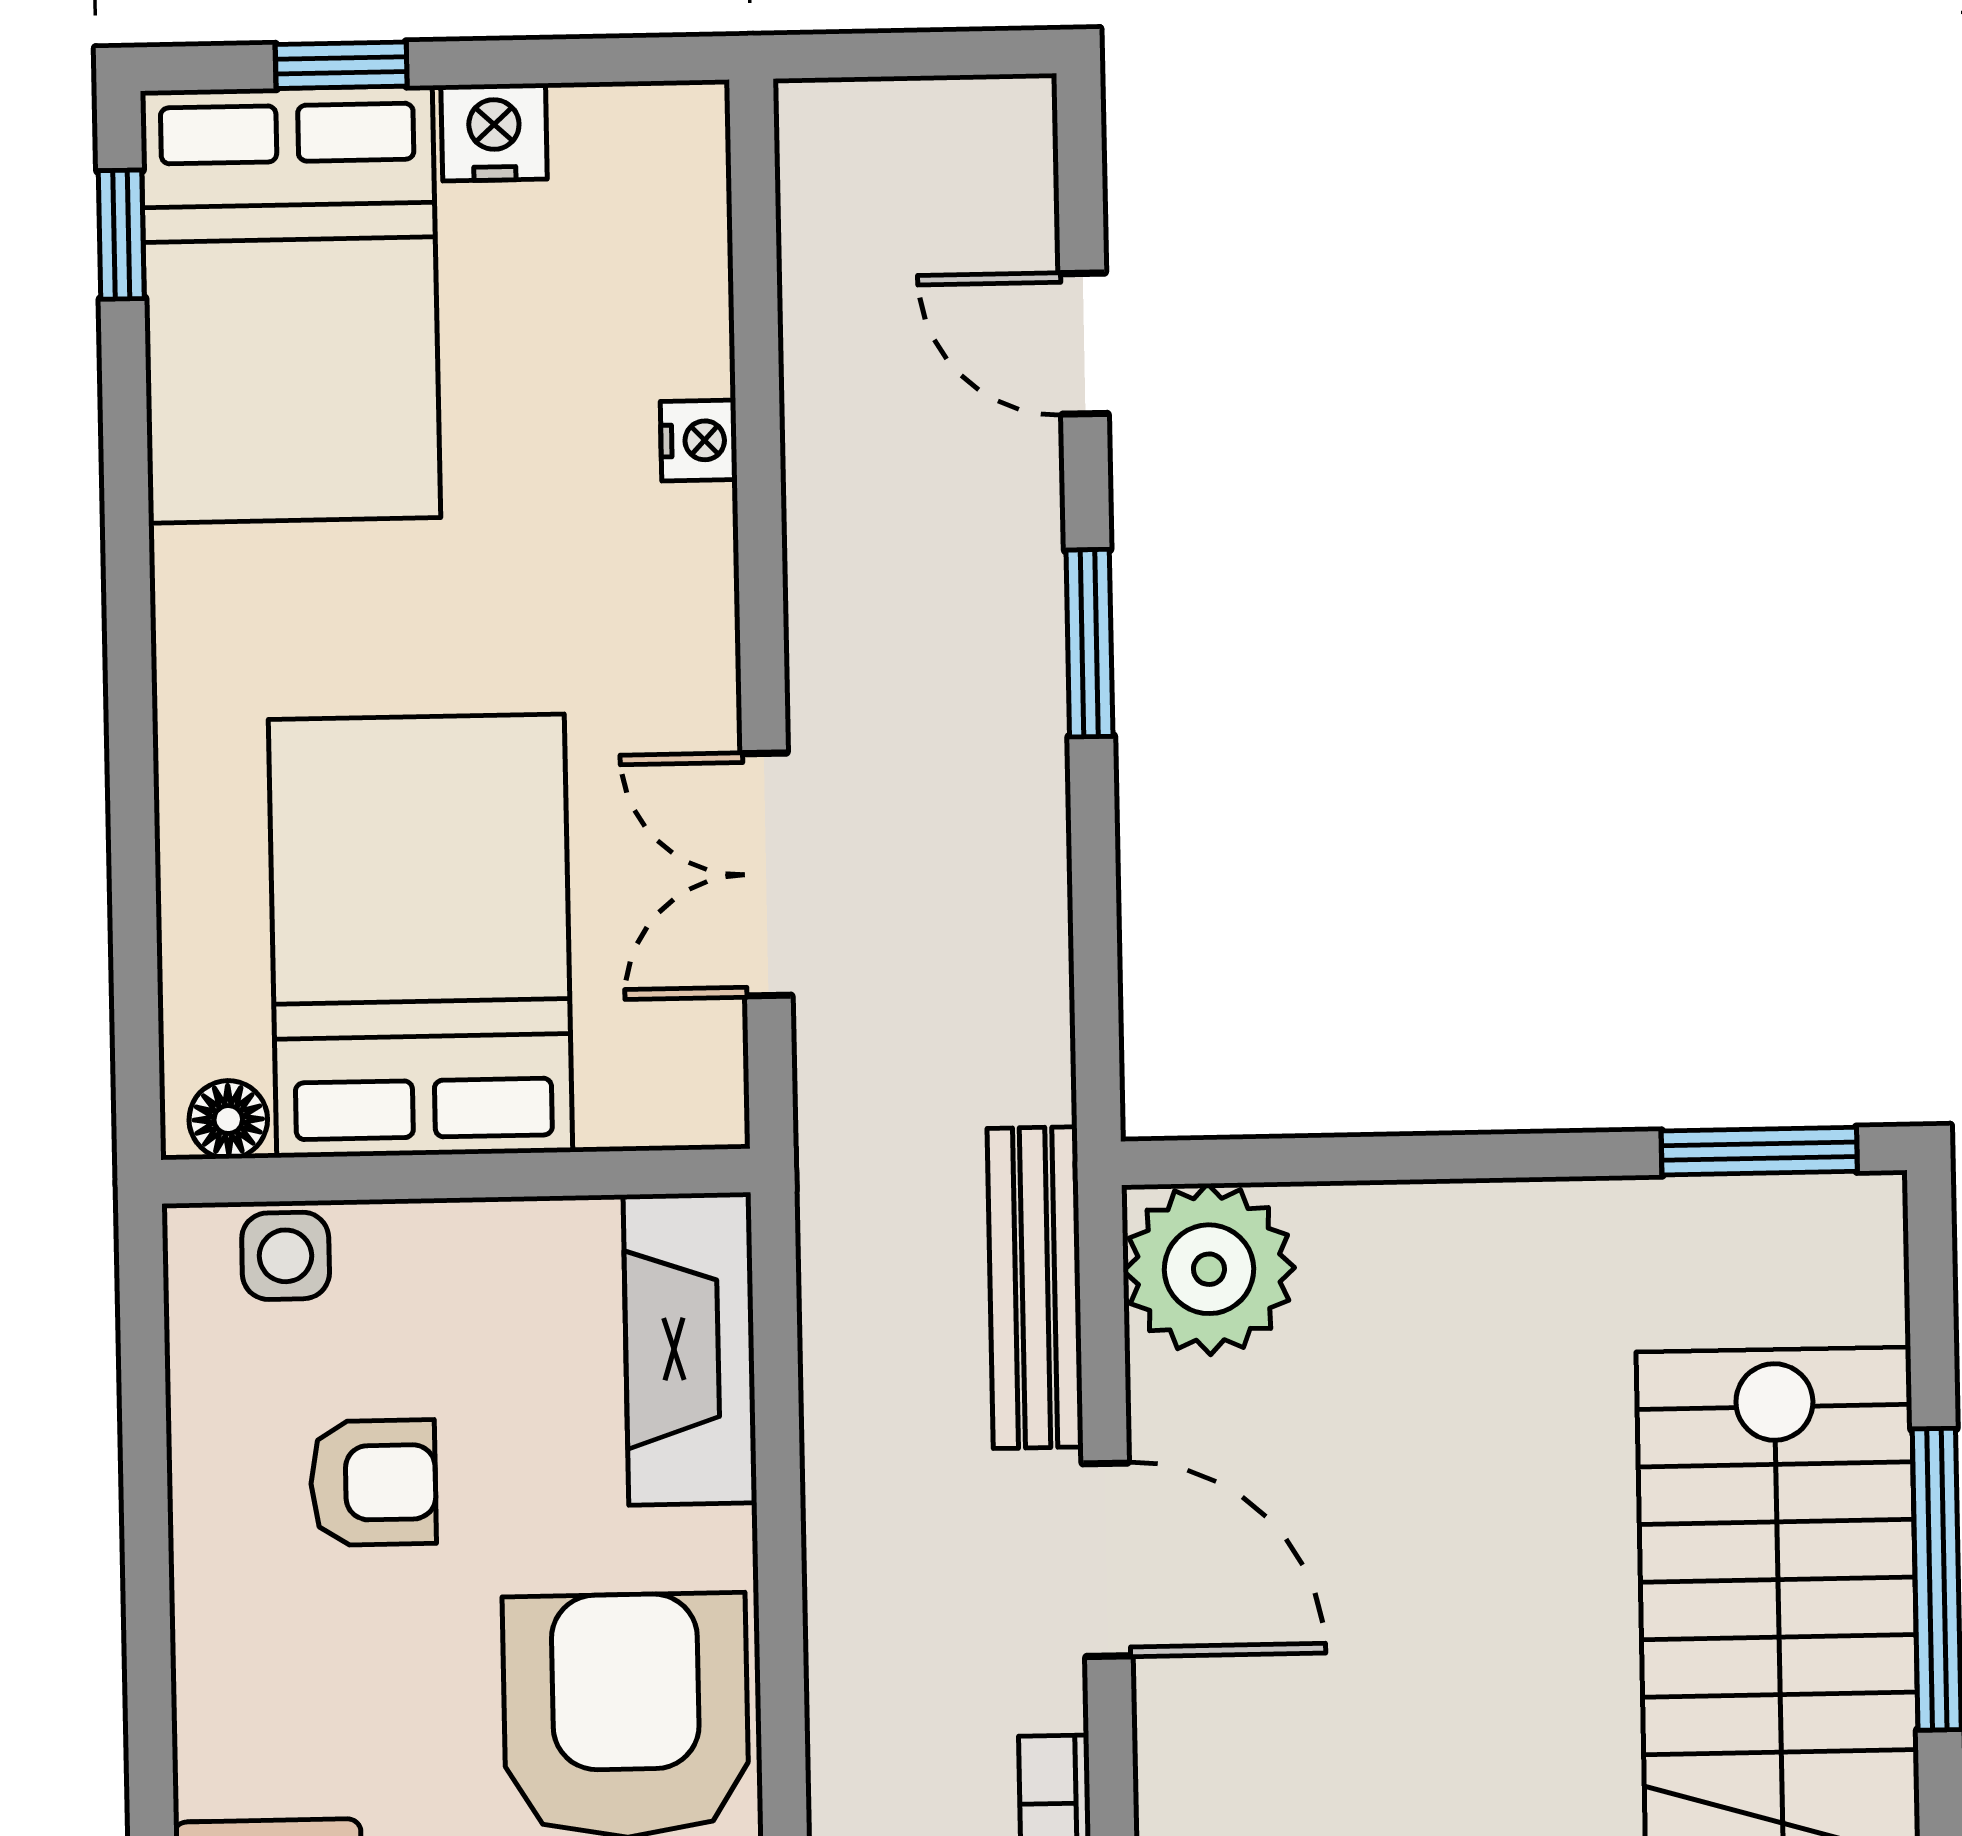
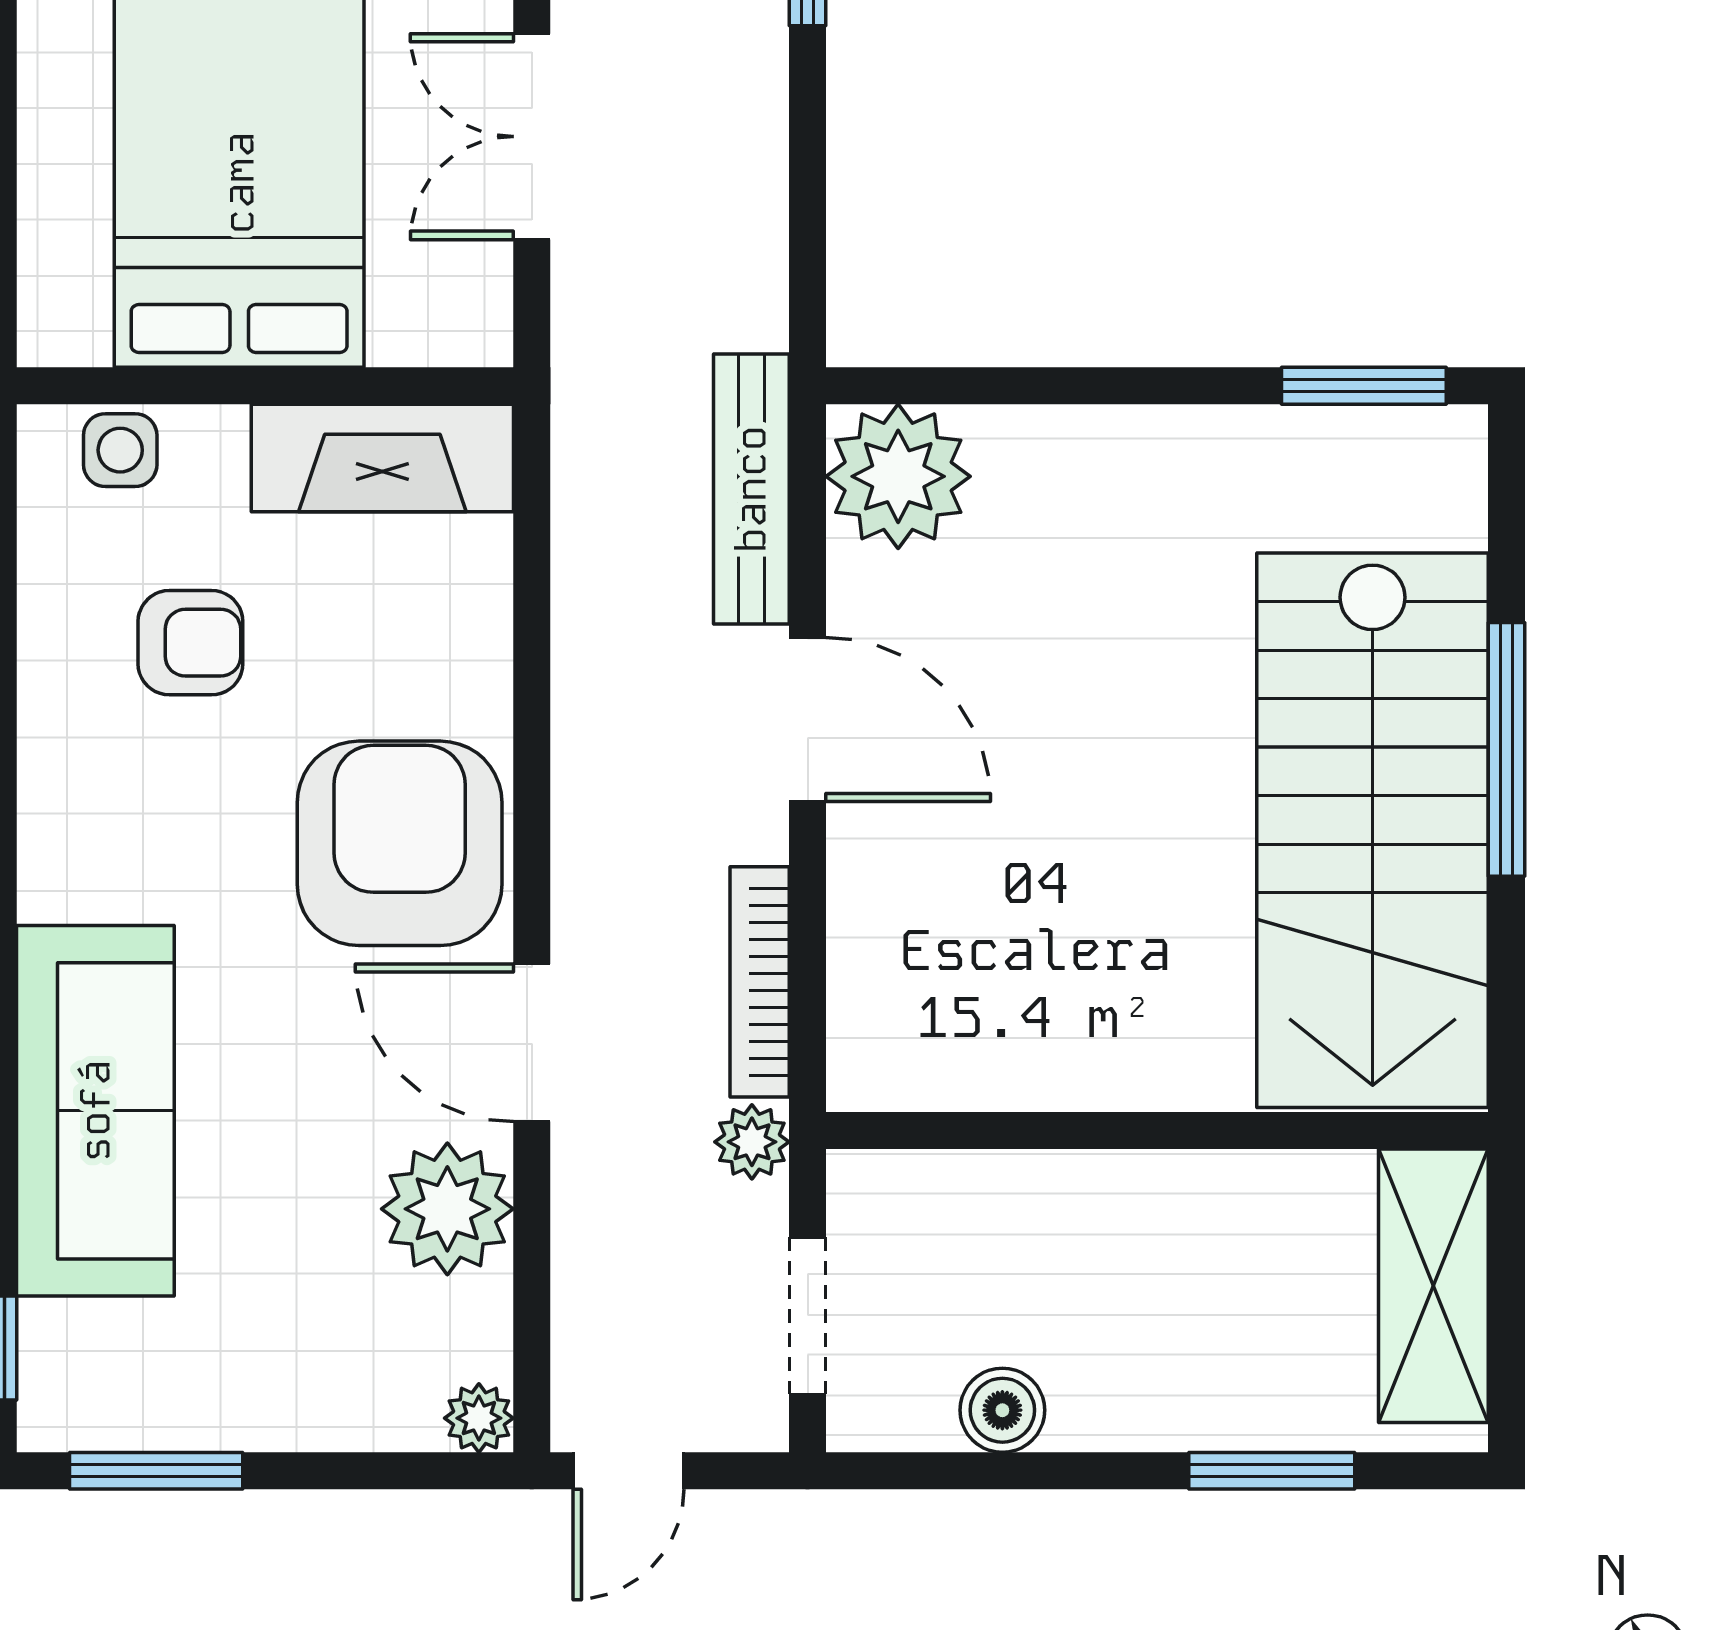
floor lamp: (228, 1120) -> (74, 334), removed
fireplace: (690, 1349) -> (382, 458), moved, turned -90

